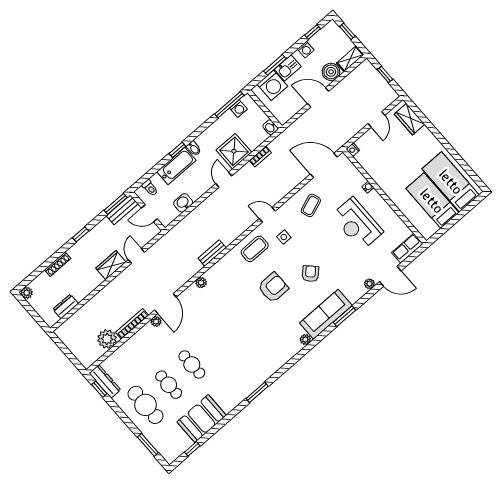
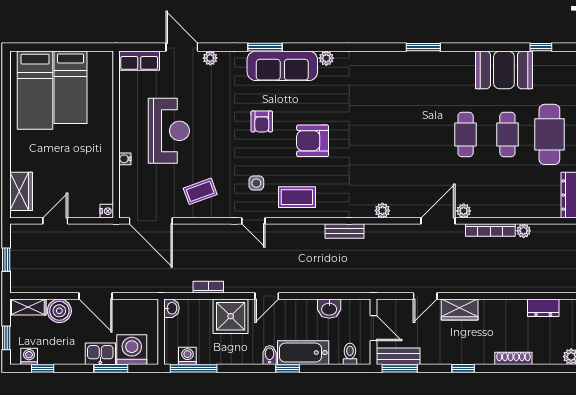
washing machine: (306, 50) -> (29, 356), moved
armchair: (310, 274) -> (262, 121), turned -46
plant: (107, 339) -> (524, 231), width x0.53, depth x0.53

